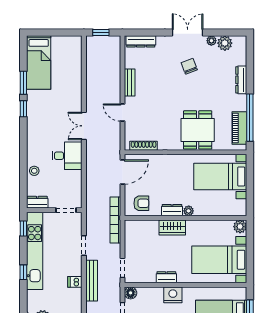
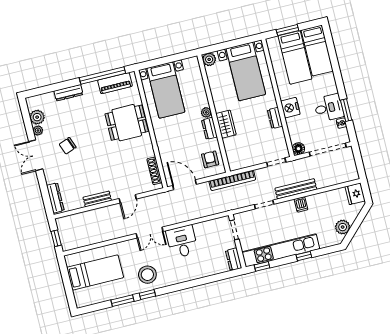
bed: (39, 63) -> (95, 272), moved
stool: (34, 171) -> (147, 275), moved, width x1.89, depth x1.89

